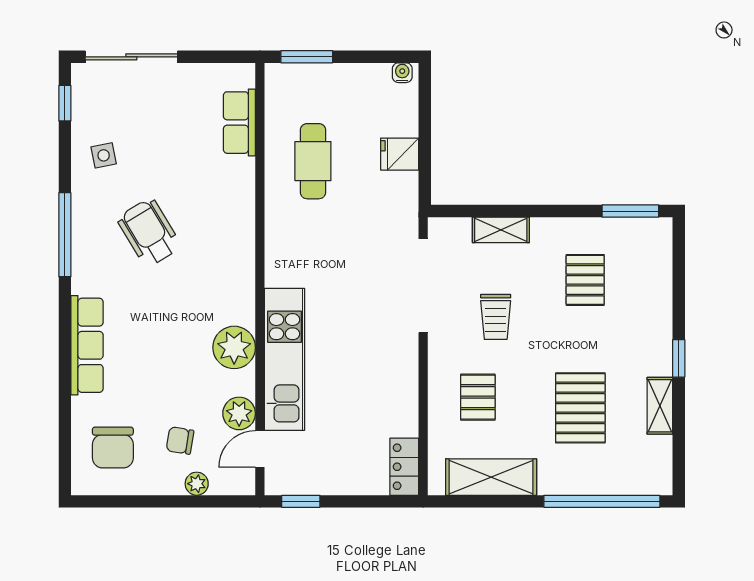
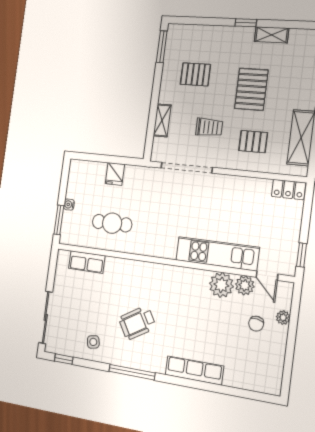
water cooler: (402, 73) -> (69, 205), moved
plant: (234, 347) -> (221, 285), moved
pallet: (580, 408) -> (251, 89), moved, turned 90
chair: (113, 447) -> (255, 365), removed

